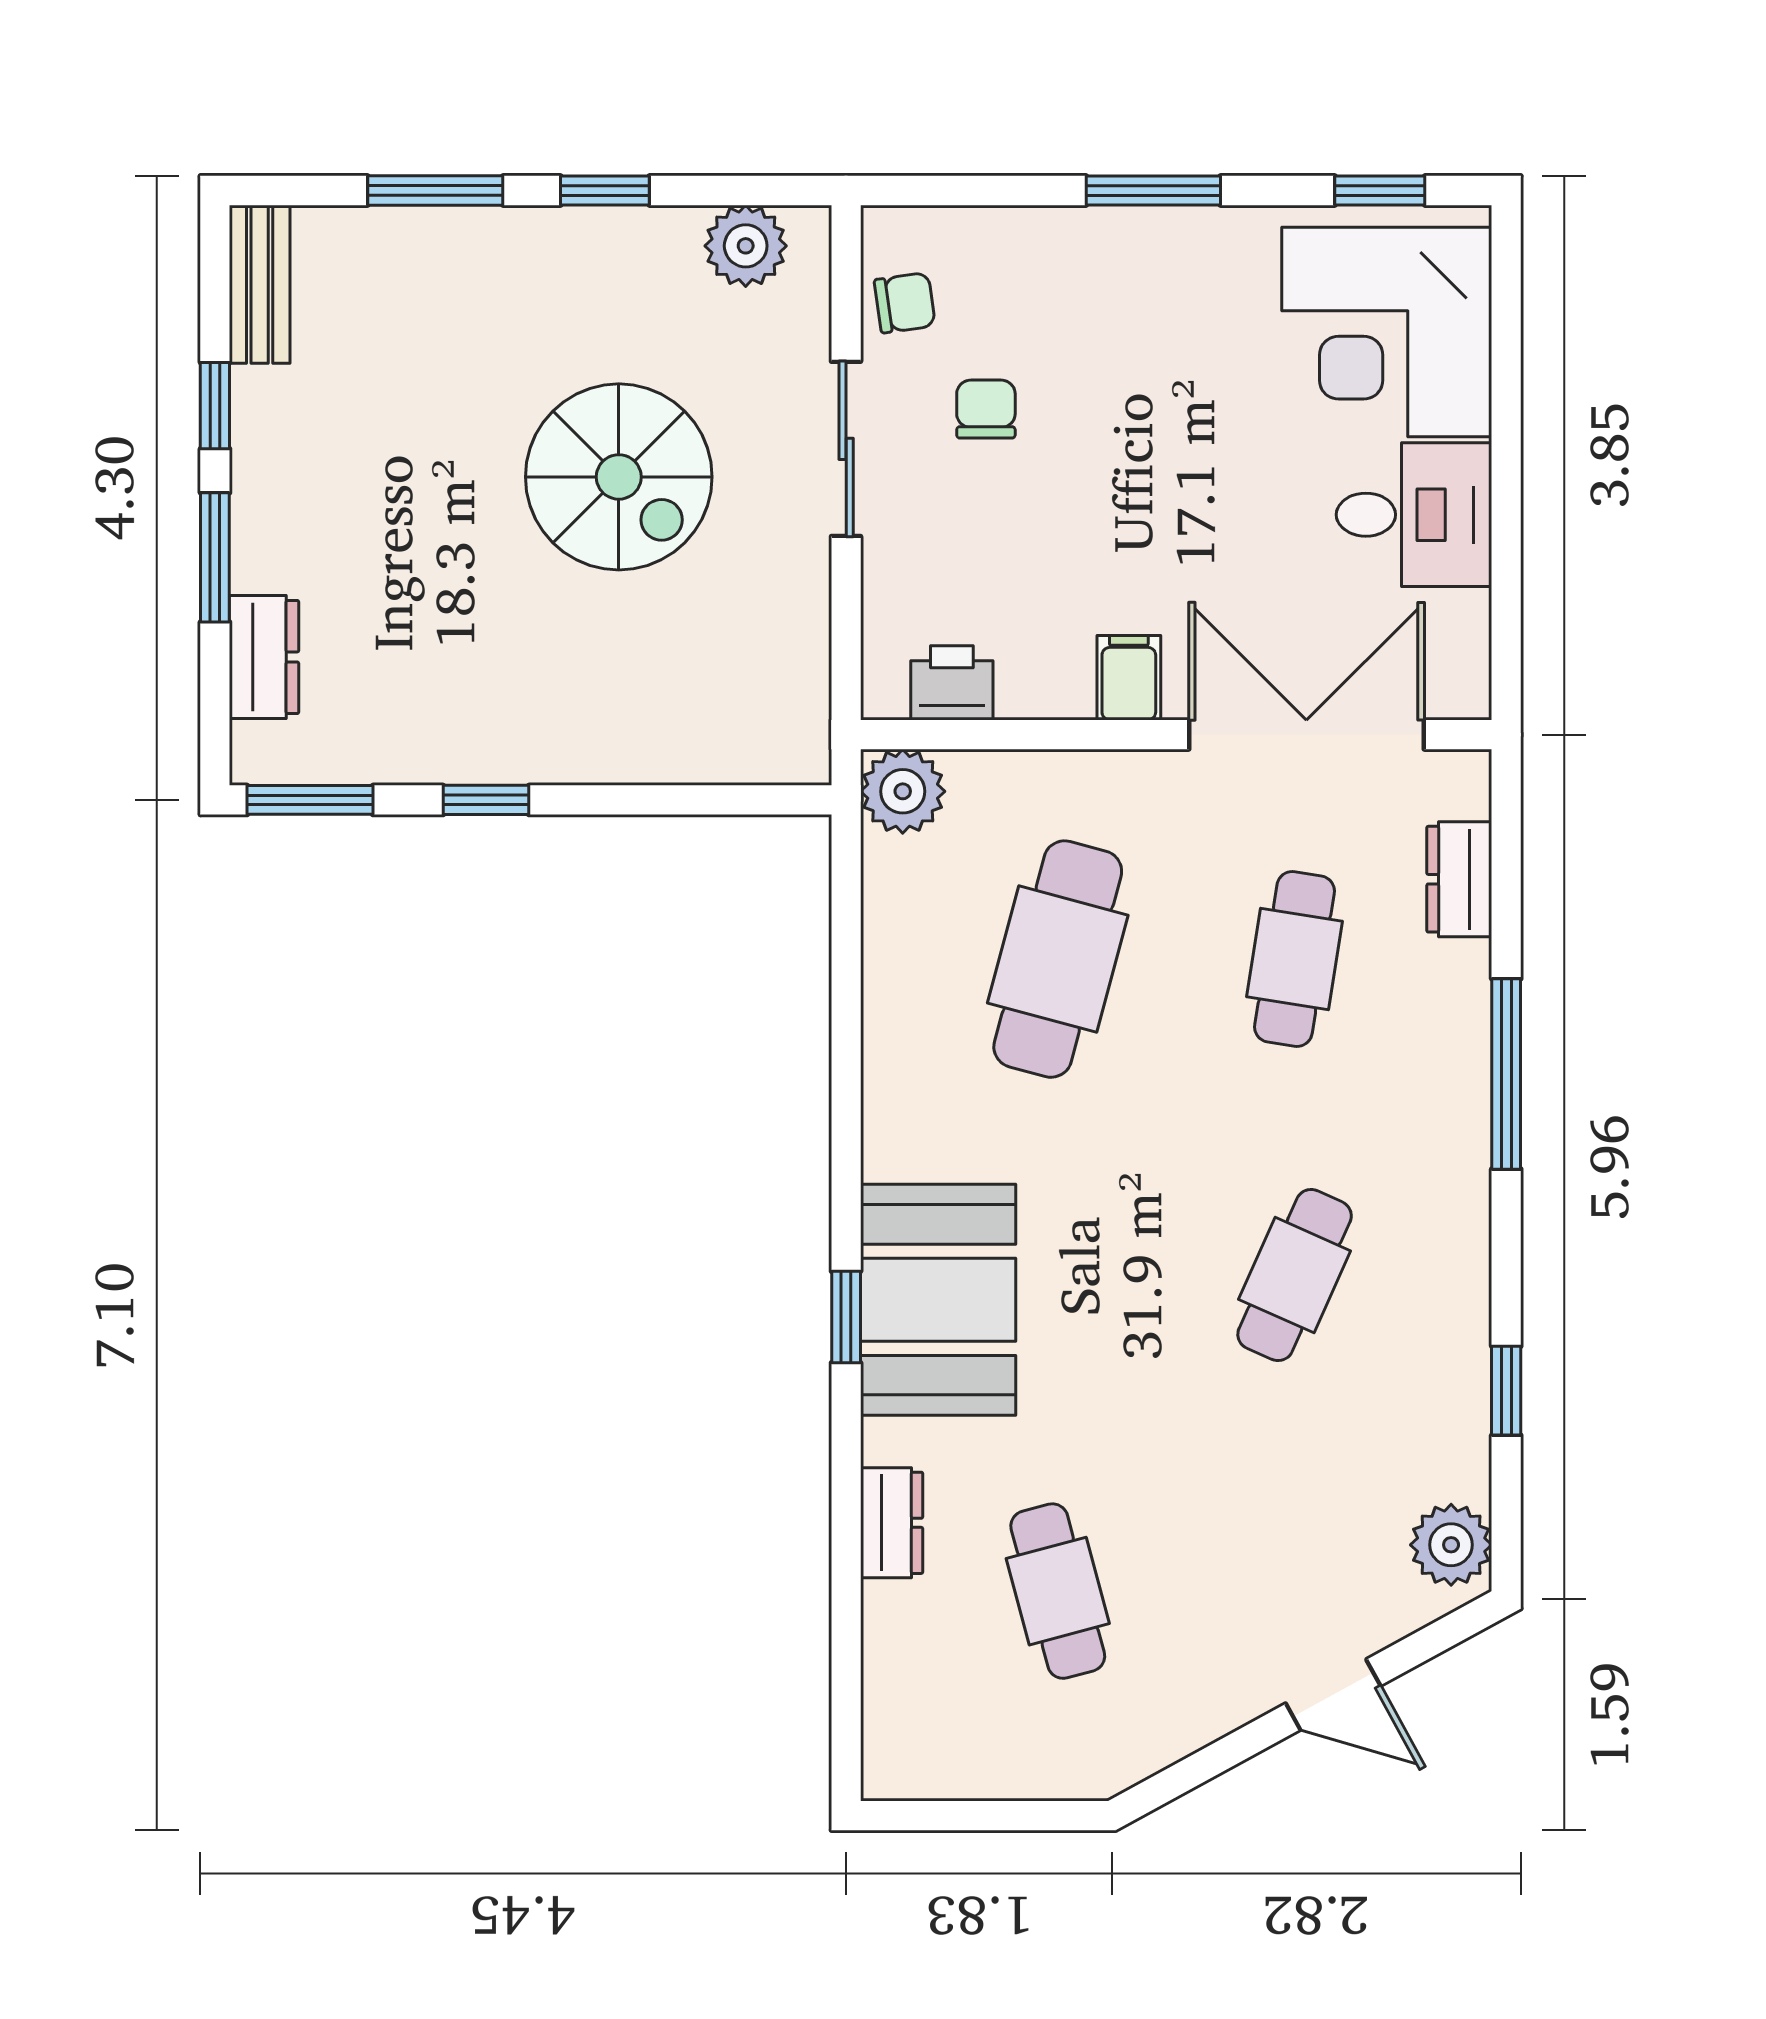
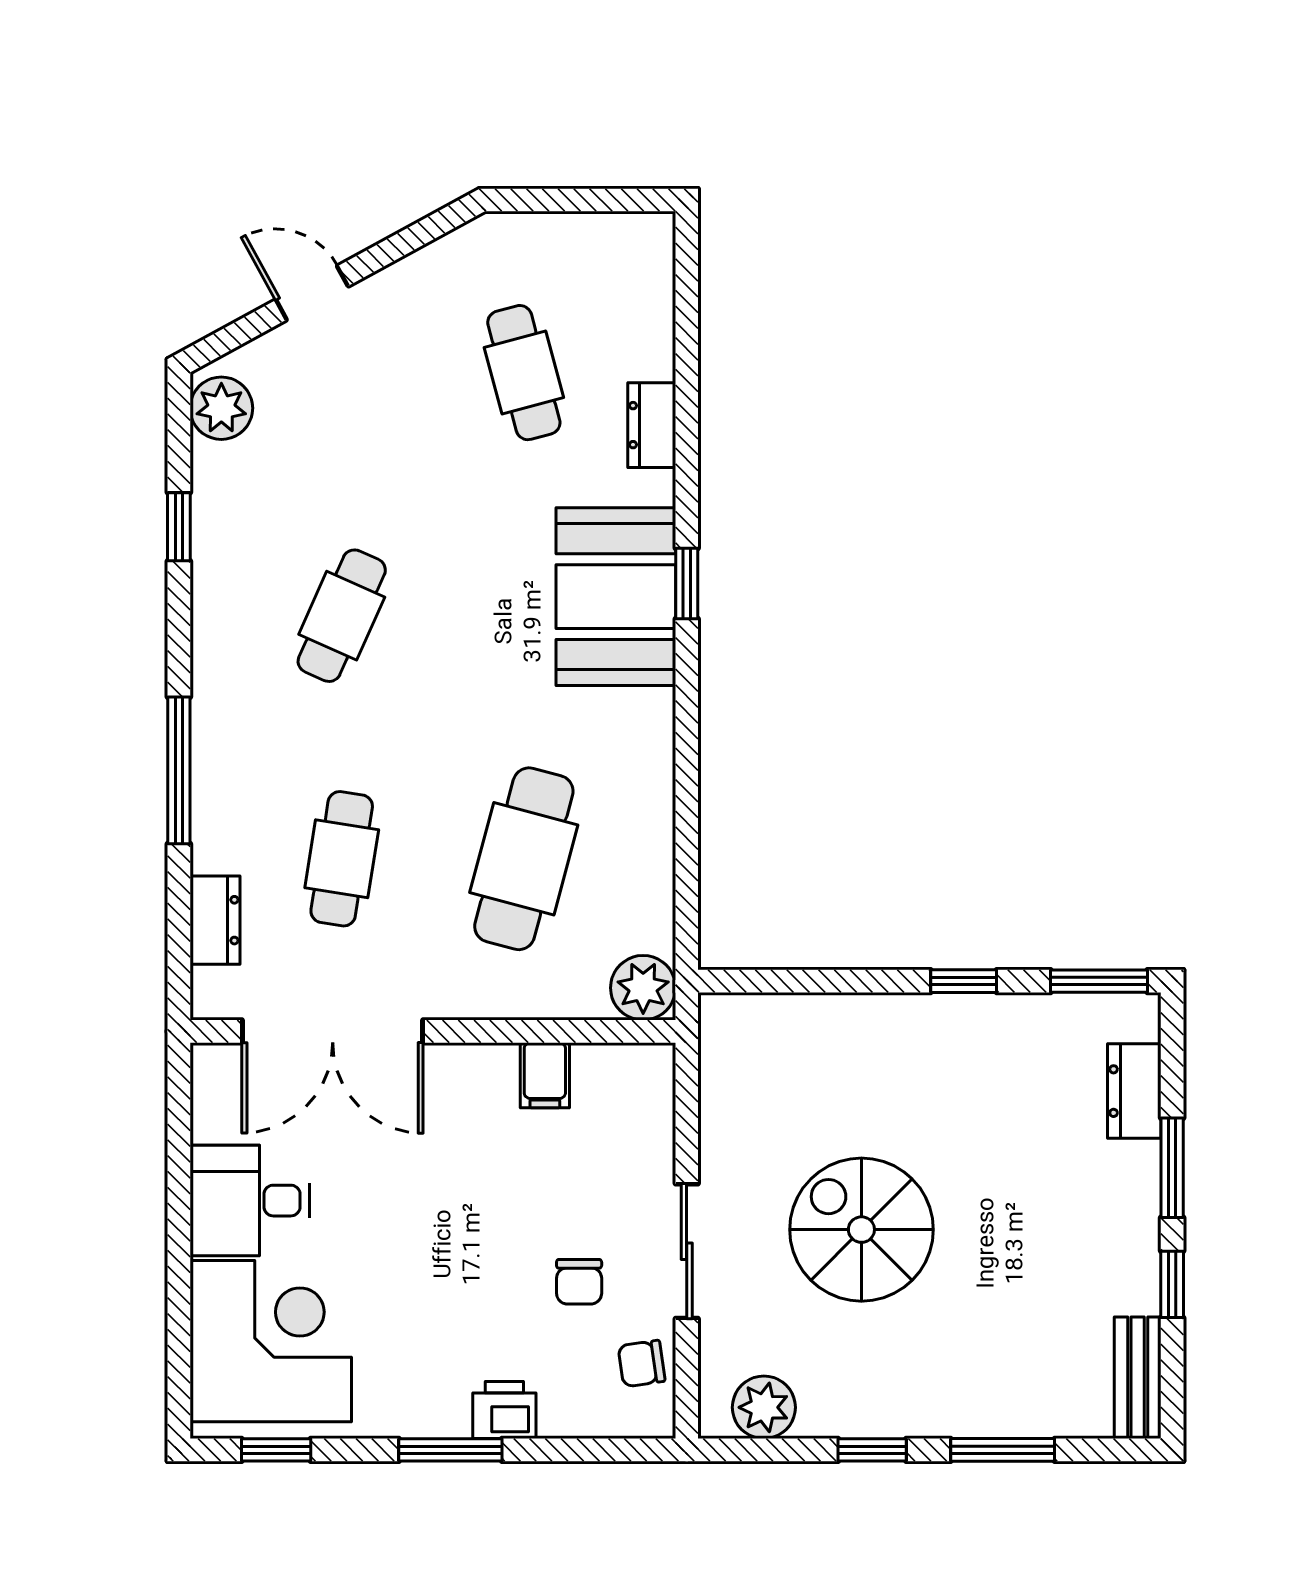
filing cabinet: (1129, 678) -> (545, 1075), moved
printer: (952, 683) -> (504, 1410), moved, turned 180

